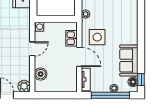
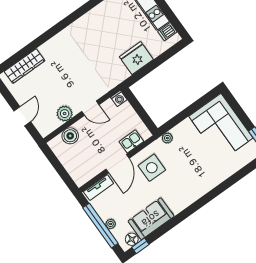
plant: (24, 86) -> (65, 114), moved

